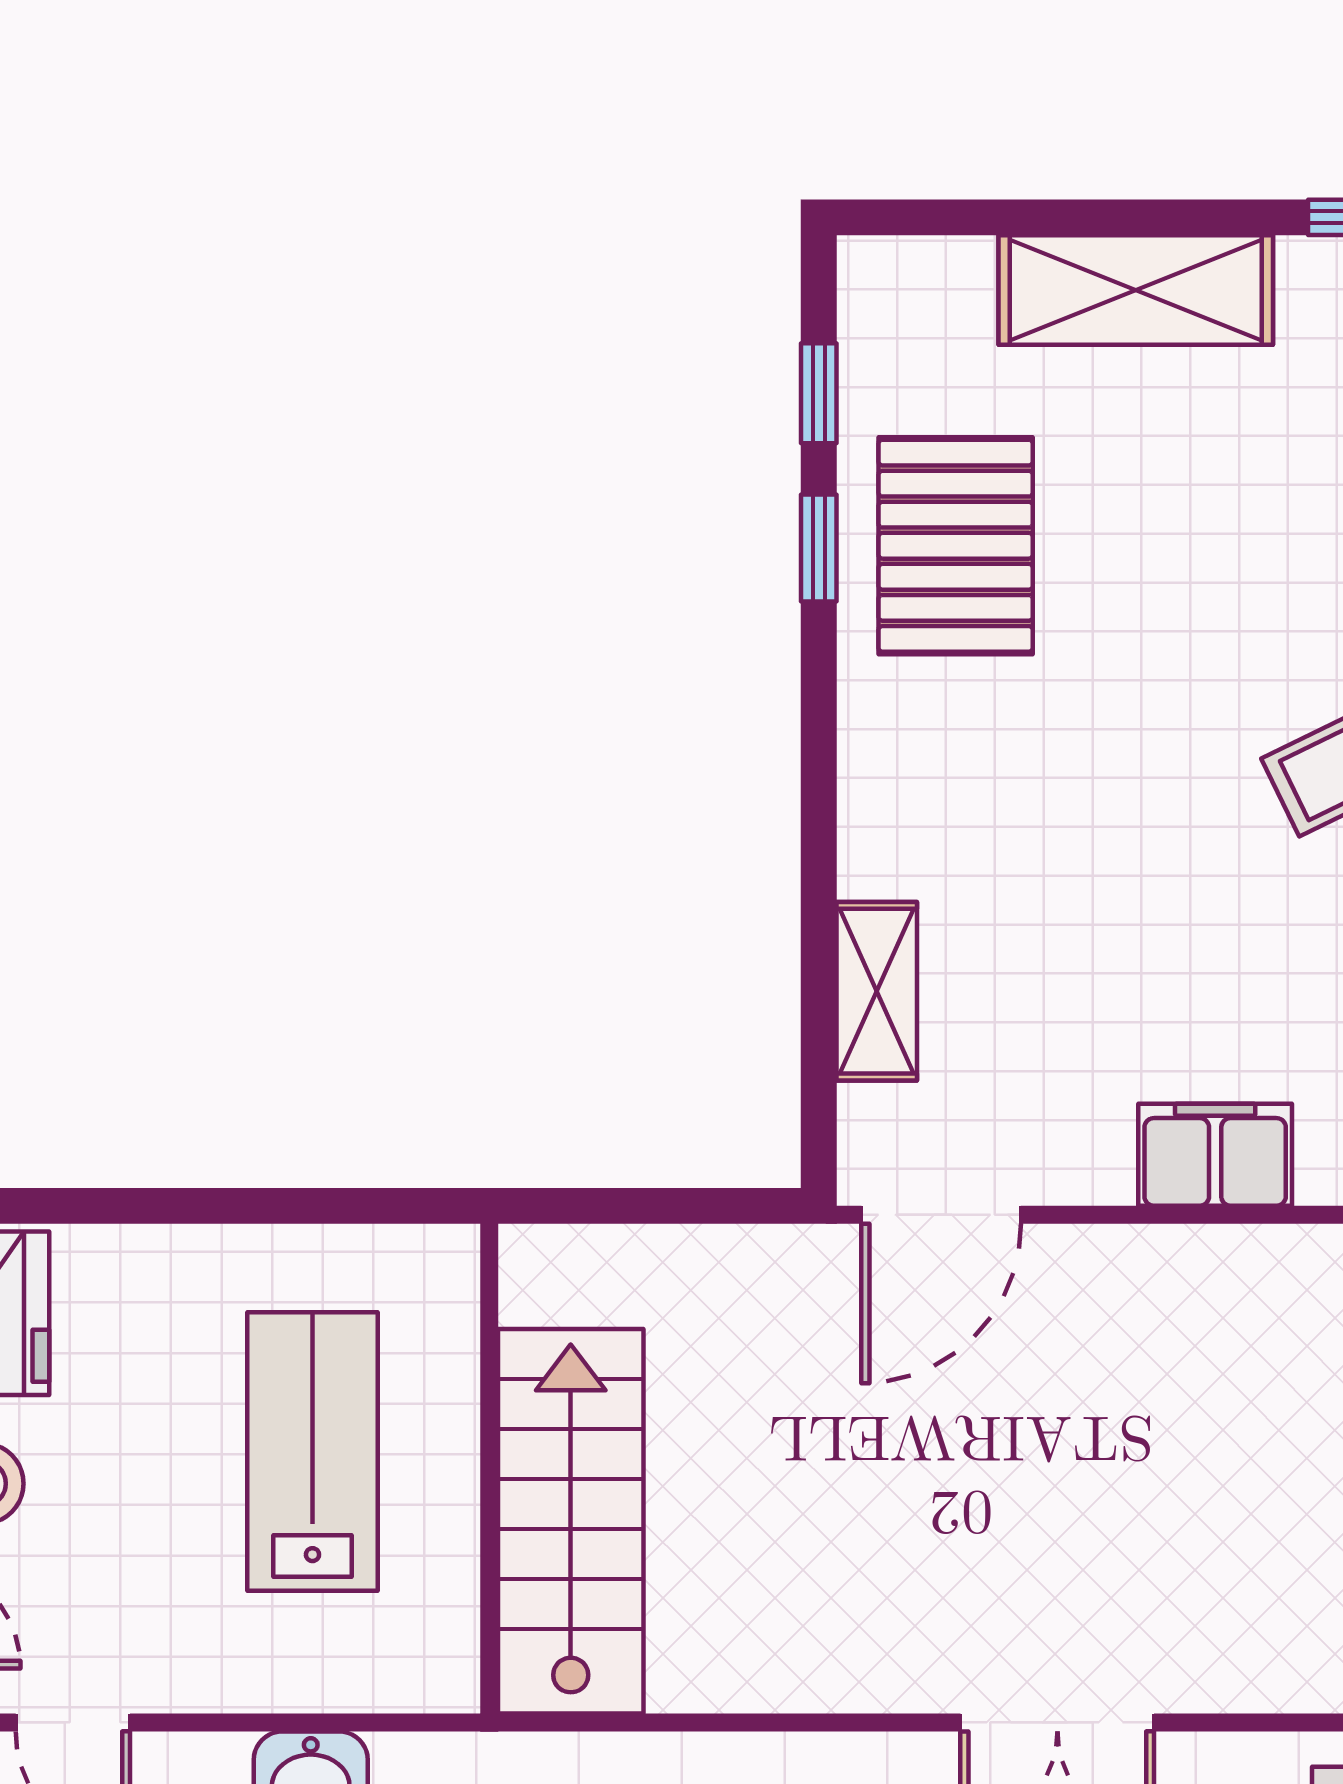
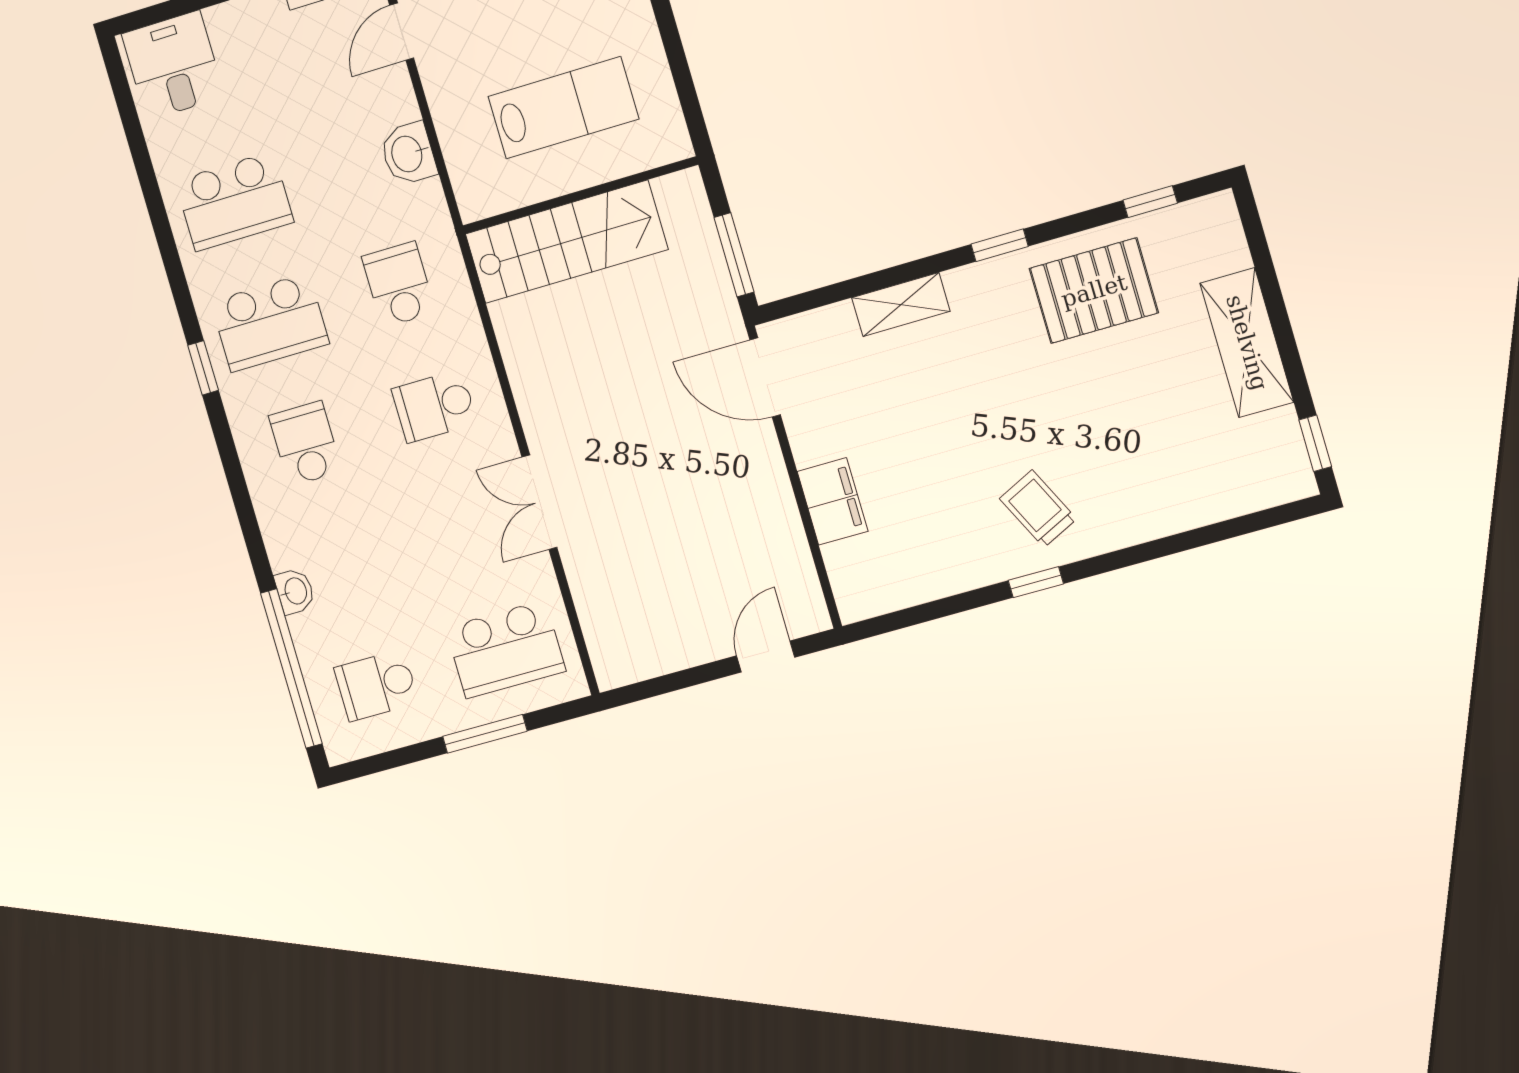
window: (819, 548) -> (1000, 245), moved
shelving: (877, 991) -> (901, 304), moved
window: (690, 1206) -> (734, 255), added

